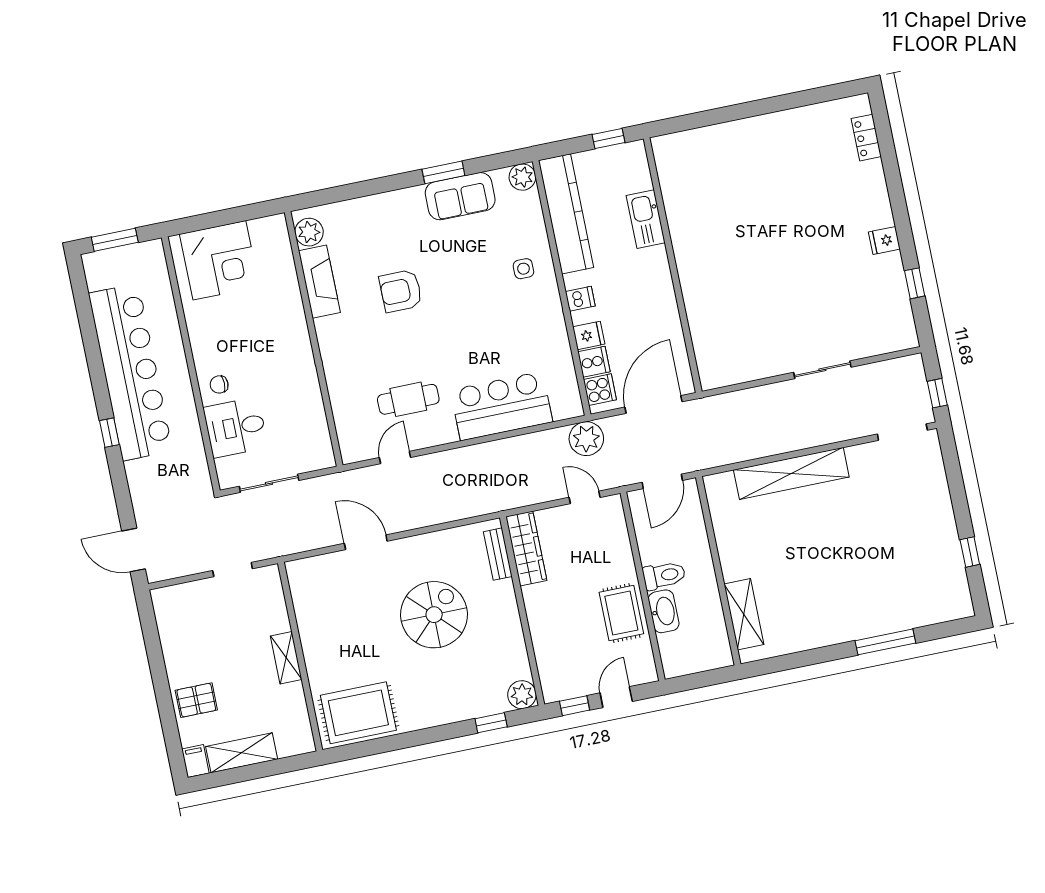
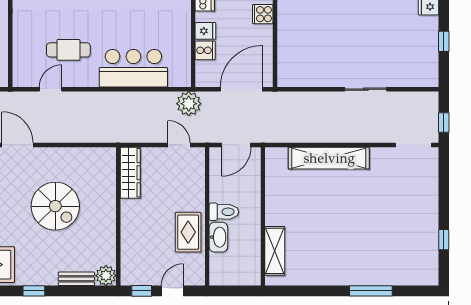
cooker: (600, 390) -> (263, 14), moved, turned 180
bench: (498, 554) -> (76, 279), moved, turned 90
spiral stairs: (434, 615) -> (55, 206), turned 90
window: (491, 723) -> (34, 291), moved

